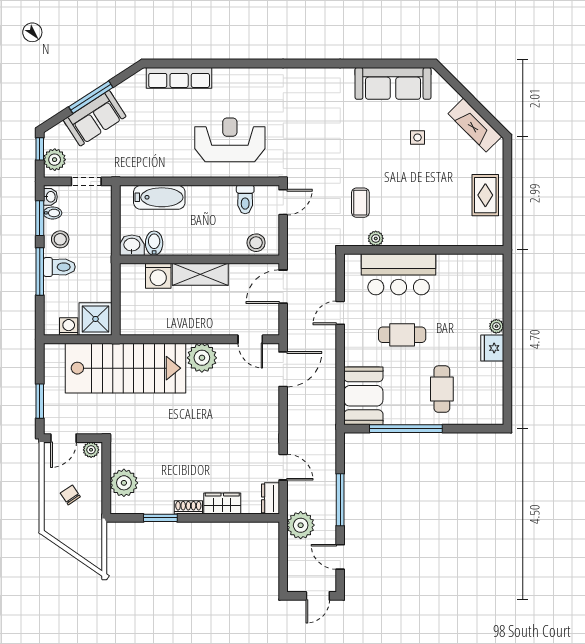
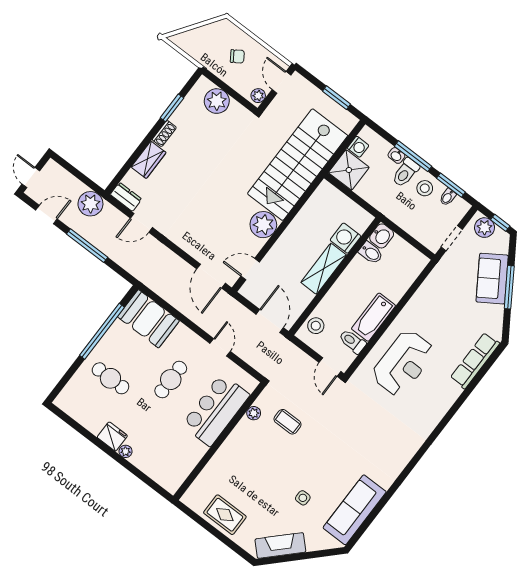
washbasin: (50, 197) -> (396, 155), moved
bathtub: (159, 197) -> (373, 317), moved
window: (40, 401) -> (337, 98), moved

